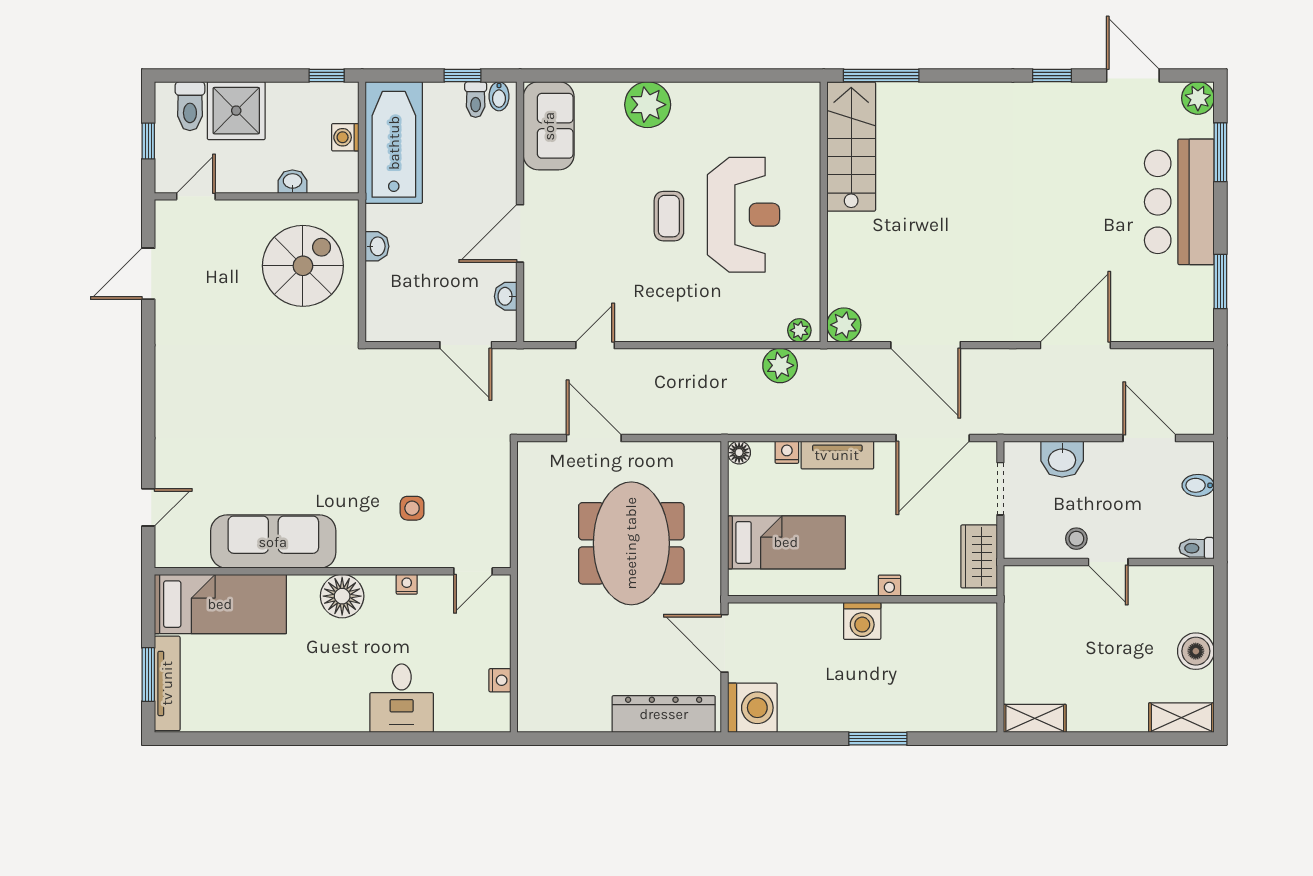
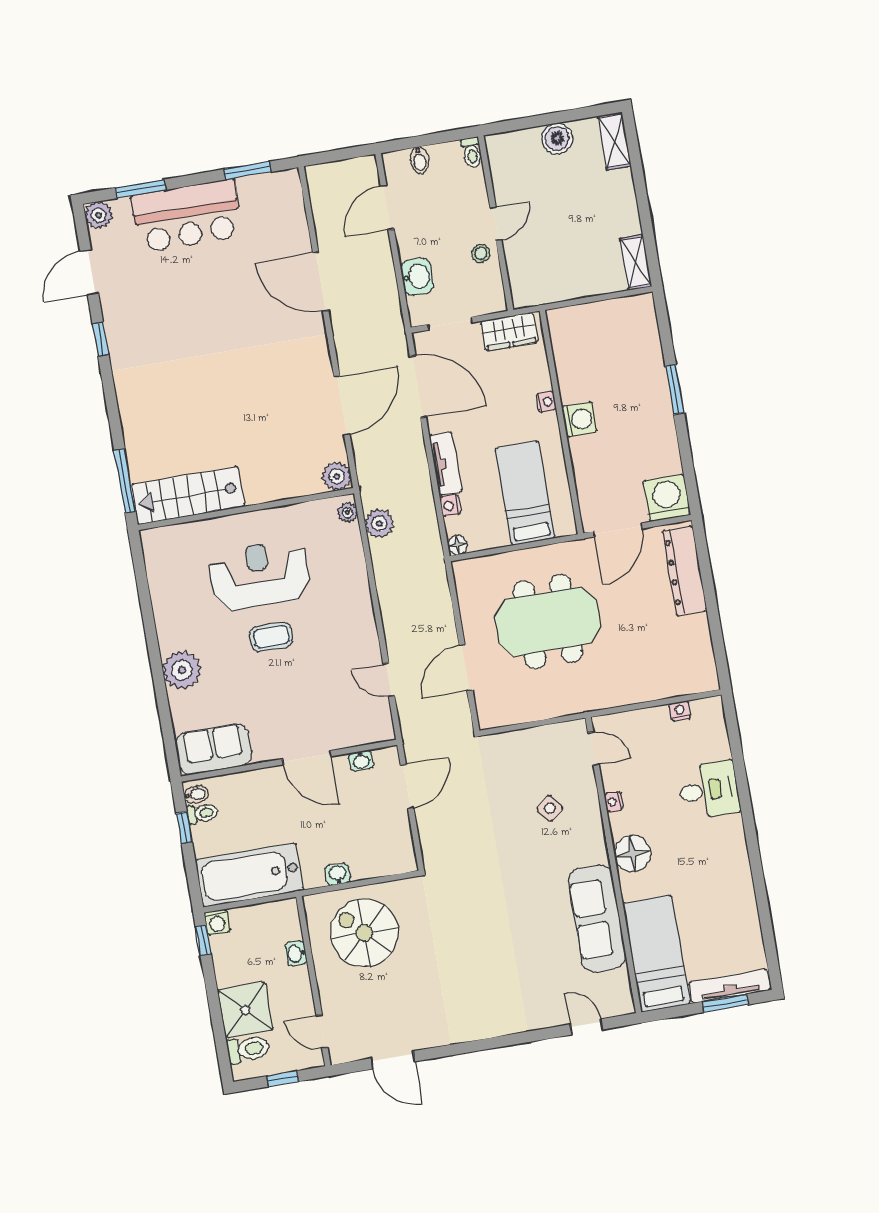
washing machine: (345, 137) -> (217, 922), moved
side table: (412, 508) -> (550, 808), turned -38

